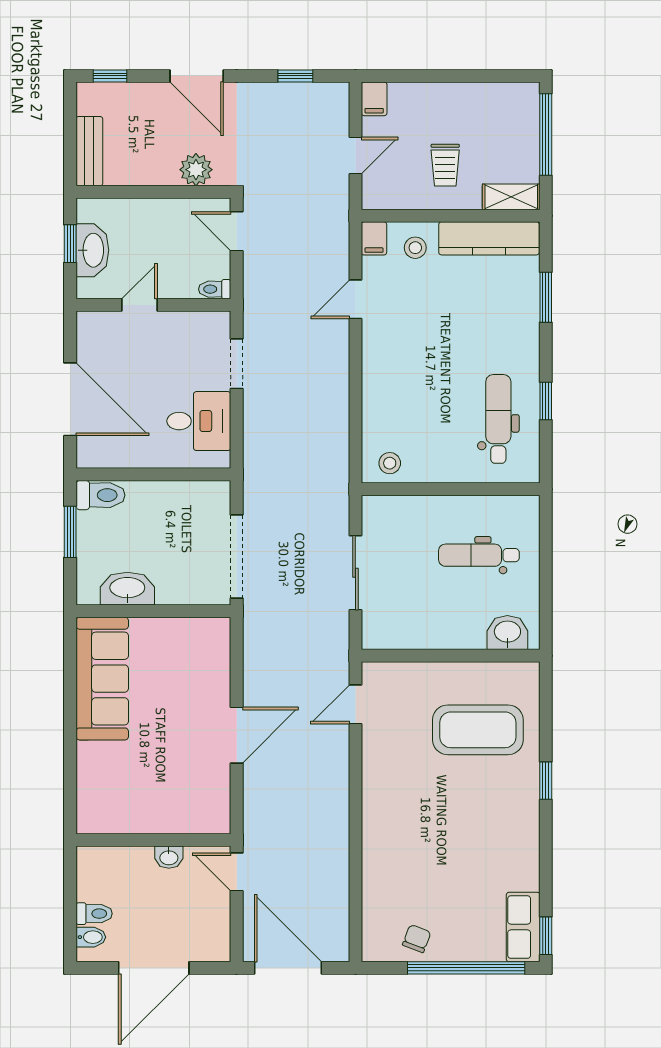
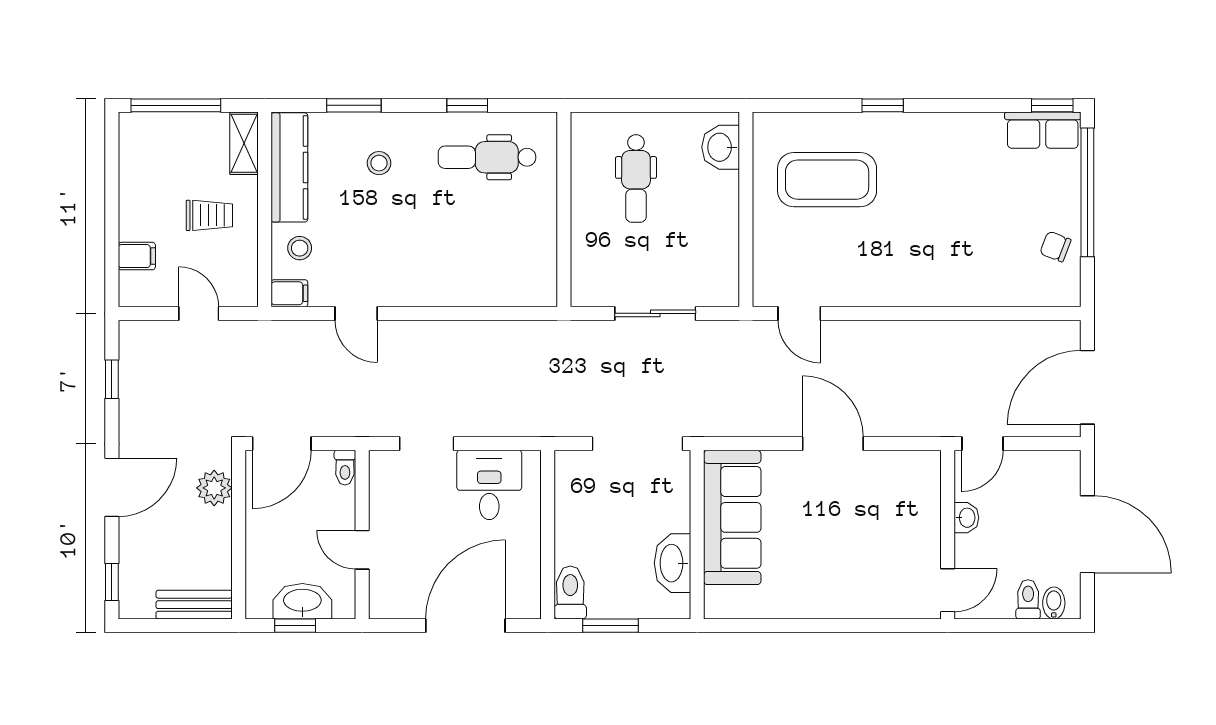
filing cabinet: (374, 99) -> (137, 256), moved
door: (237, 231) -> (282, 444), width x1.38
stool: (390, 463) -> (379, 163), moved
sofa: (102, 679) -> (732, 517), moved, turned 90
coffee table: (478, 730) -> (827, 180), turned 90
door: (103, 840) -> (948, 590), added

